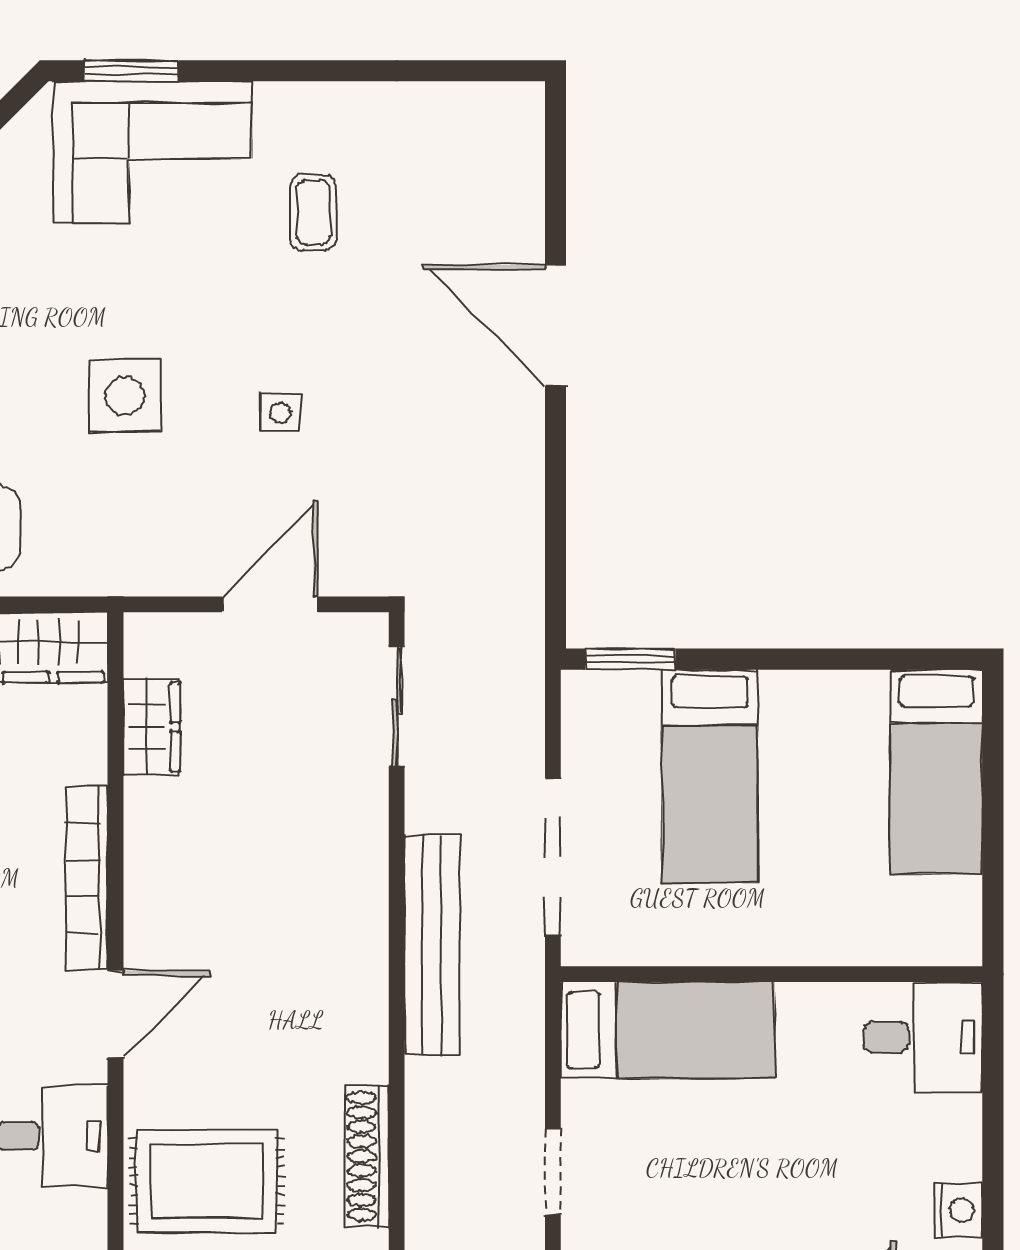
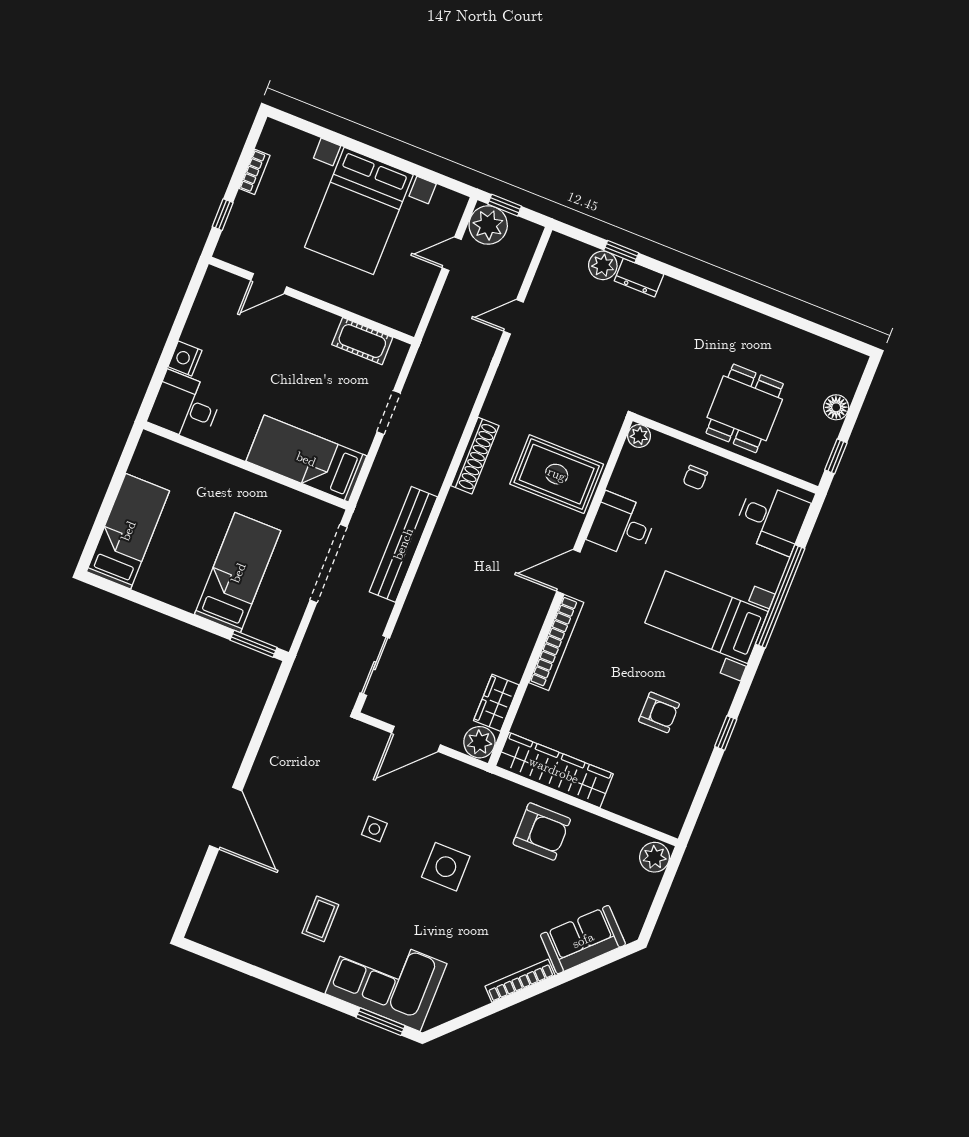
plant: (154, 644) -> (479, 742), added
nightstand: (958, 1210) -> (185, 358), moved

